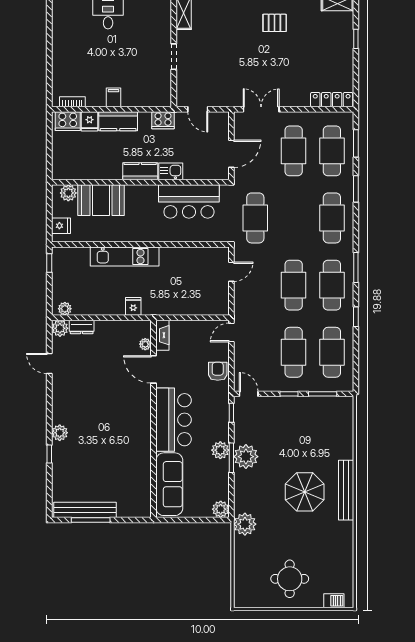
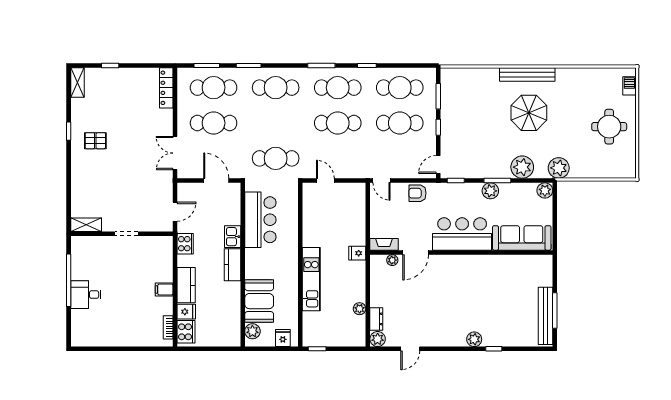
pallet: (275, 23) -> (95, 141), turned 90
fridge: (133, 306) -> (357, 253), moved
plant: (65, 309) -> (360, 309), moved
plant: (246, 457) -> (522, 167), moved

